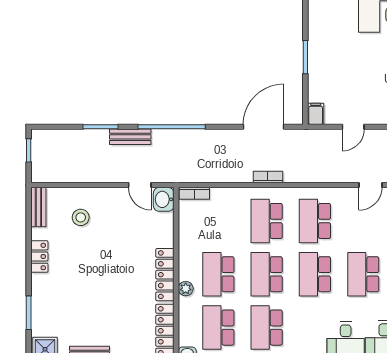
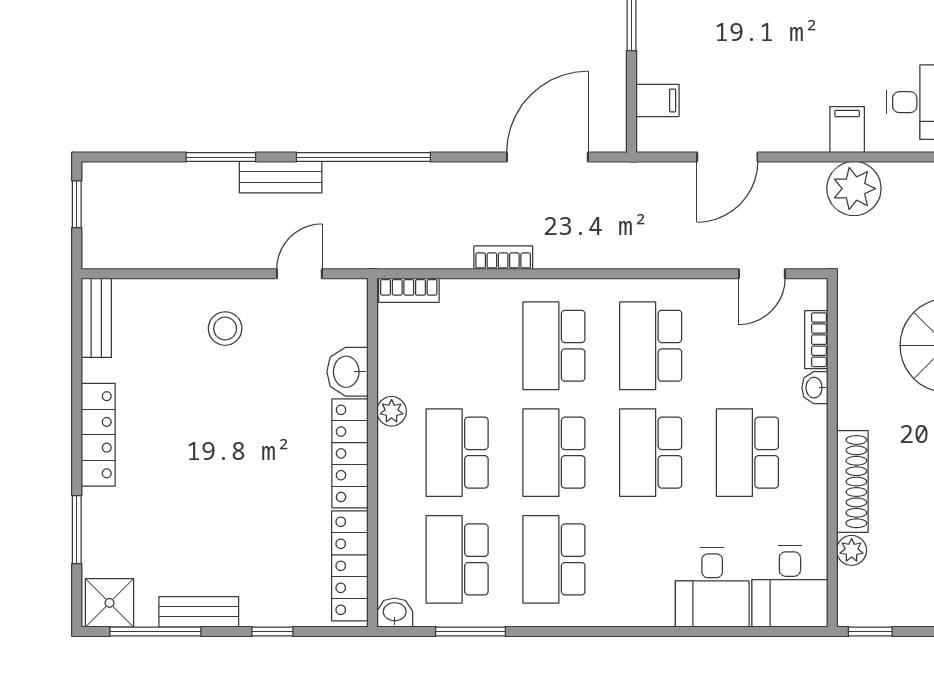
filing cabinet: (316, 114) -> (657, 100), moved, turned 90
door: (353, 127) -> (727, 157), width x1.37
bookcase: (268, 177) -> (503, 258), moved
door: (140, 185) -> (299, 274), swing flipped
washbasin: (164, 199) -> (347, 372), moved
stool: (81, 217) -> (225, 329), moved
locker: (39, 257) -> (98, 435), width x1.53
plant: (186, 289) -> (392, 411), moved

